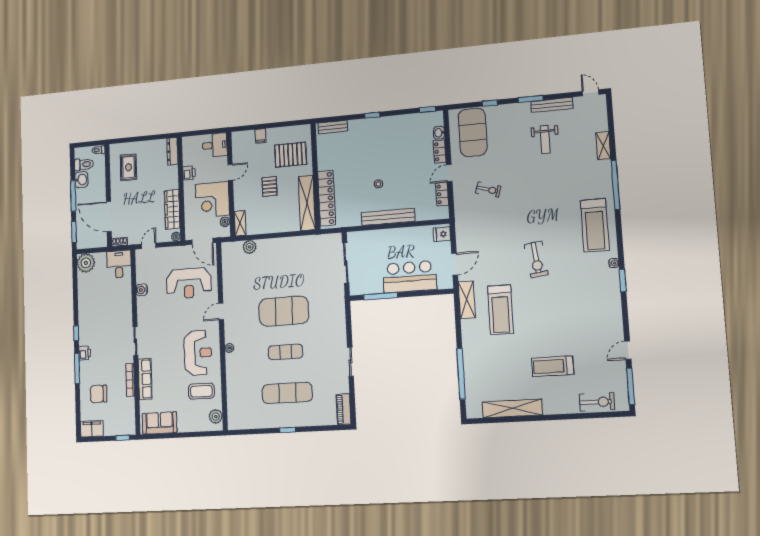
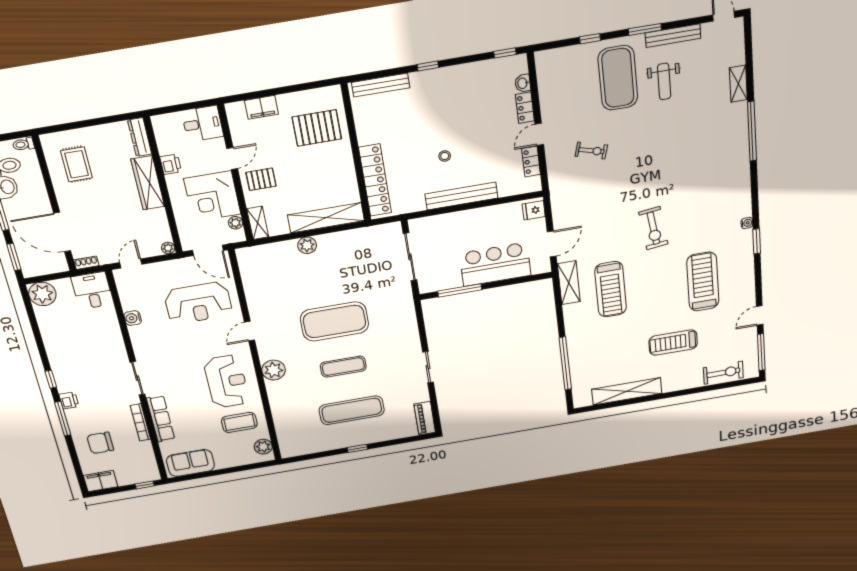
bench: (333, 127) -> (381, 85), width x1.36
exercise mat: (473, 132) -> (618, 78), moved
filing cabinet: (261, 136) -> (261, 107), width x2.00
pallet: (269, 187) -> (261, 179), moved, turned 90
shelving: (307, 203) -> (326, 218), moved, turned 90
wardrobe: (172, 209) -> (148, 183), moved
treadmill: (595, 225) -> (703, 282), moved, turned 180
plant: (250, 247) -> (307, 245), moved
plant: (229, 348) -> (274, 370), width x1.88, depth x1.88

